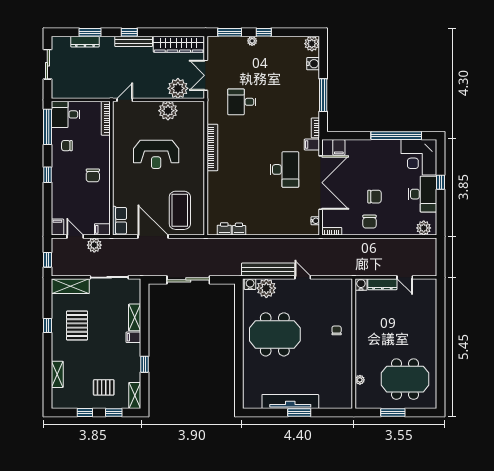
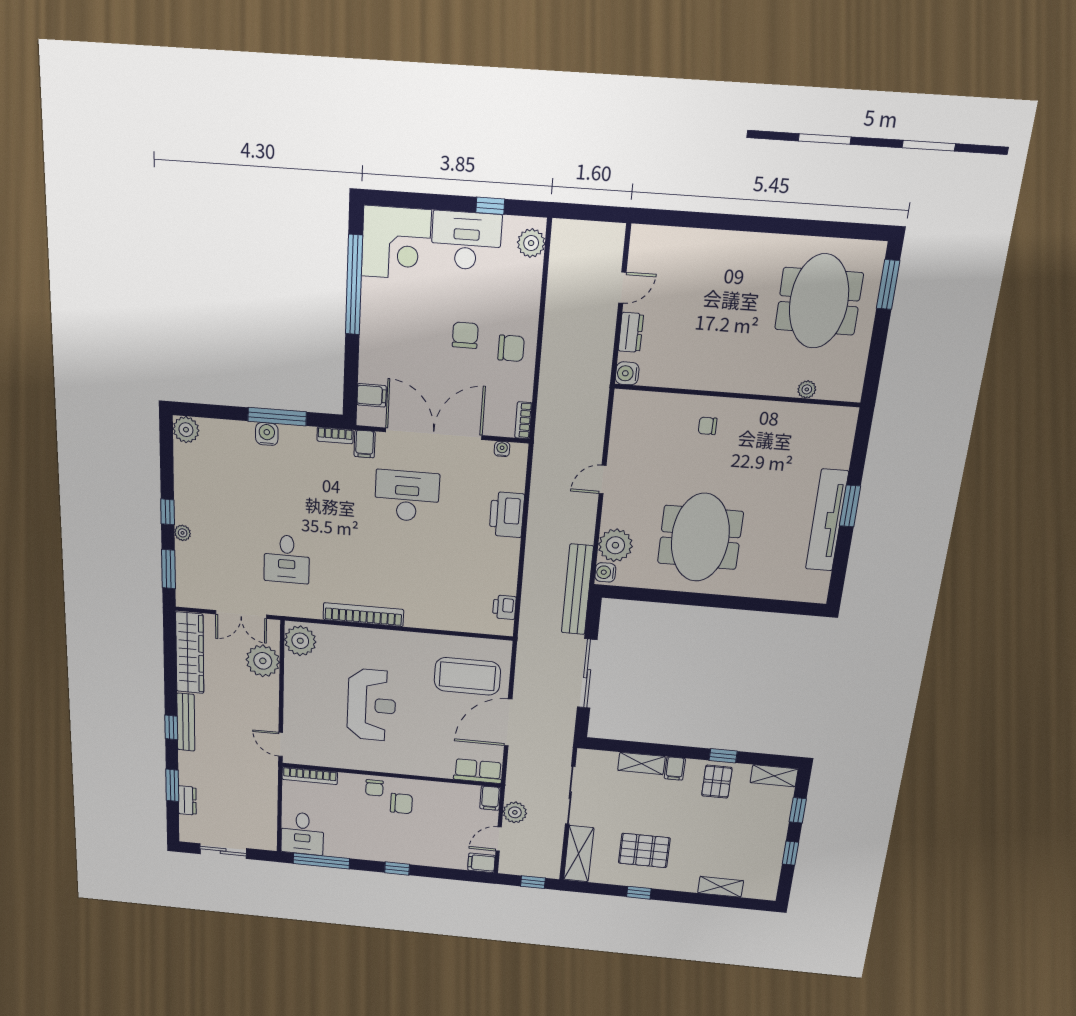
dresser: (85, 42) -> (187, 800), width x0.70
water cooler: (313, 64) -> (267, 434), moved
plant: (168, 111) -> (300, 641), moved
chair: (67, 146) -> (374, 788), moved
window: (441, 182) -> (490, 206), moved
printer: (239, 229) -> (507, 515), moved, width x1.87, depth x1.48
bench: (268, 269) -> (577, 590), moved
dresser: (382, 284) -> (631, 332), width x0.70
pallet: (104, 387) -> (717, 782), moved
window: (393, 413) -> (888, 285), moved

